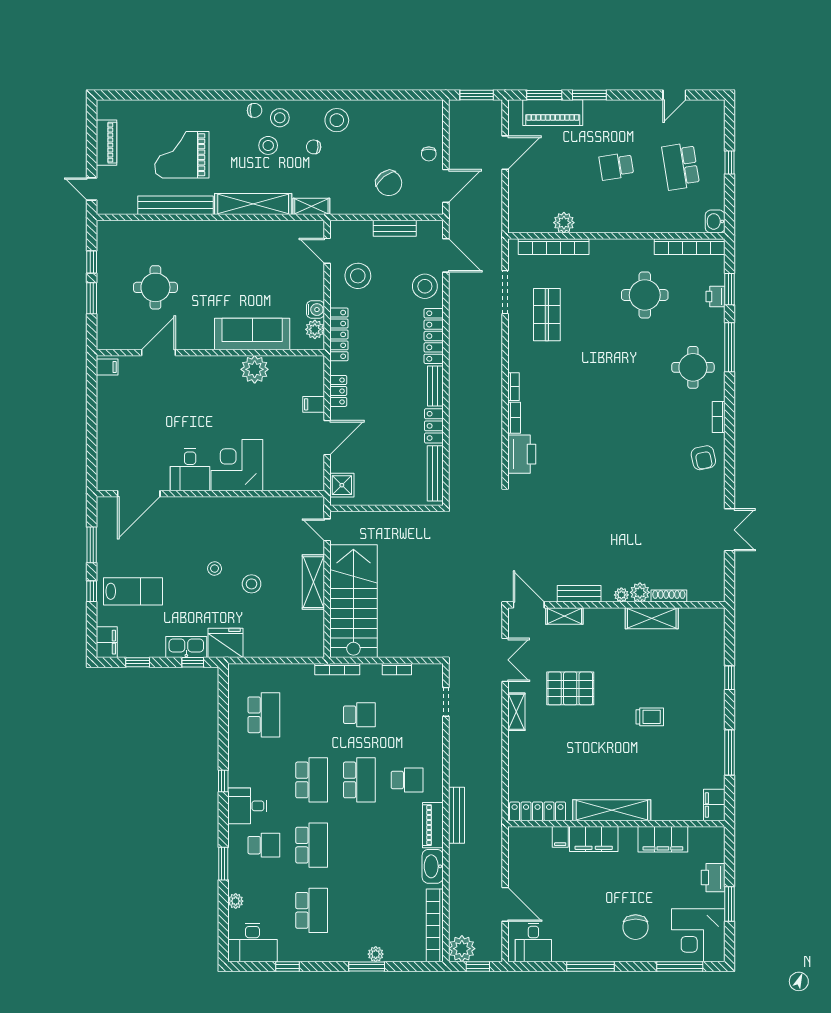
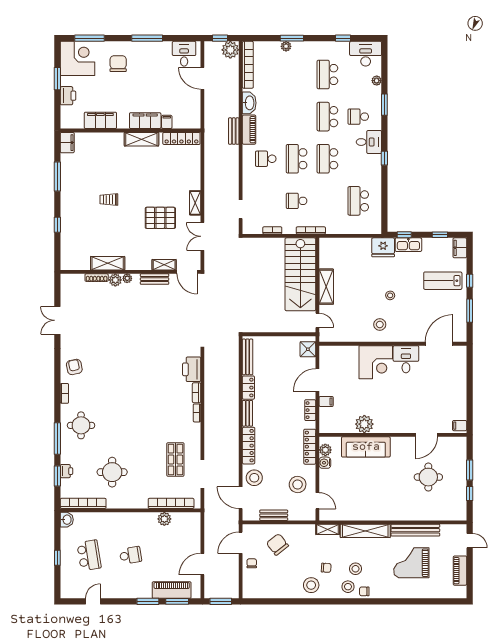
grand piano: (182, 155) -> (411, 563), turned 180
stool: (252, 584) -> (380, 324), moved
shelving: (612, 810) -> (141, 139), width x0.68
bench: (456, 815) -> (234, 131), width x0.73

